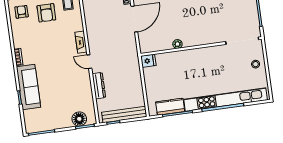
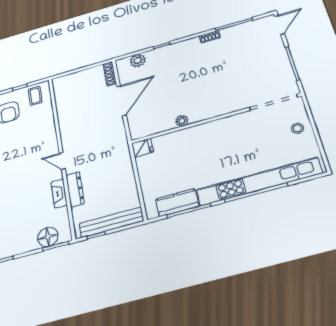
fireplace: (81, 42) -> (59, 193), moved

